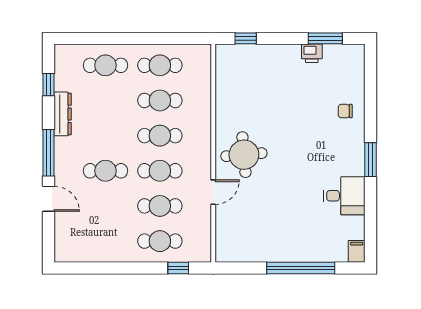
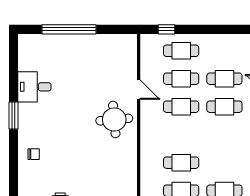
cafe table: (160, 136) -> (224, 79), moved
door: (213, 192) -> (139, 90), swing flipped
filing cabinet: (357, 251) -> (25, 43), removed

